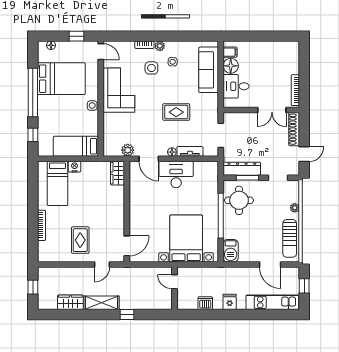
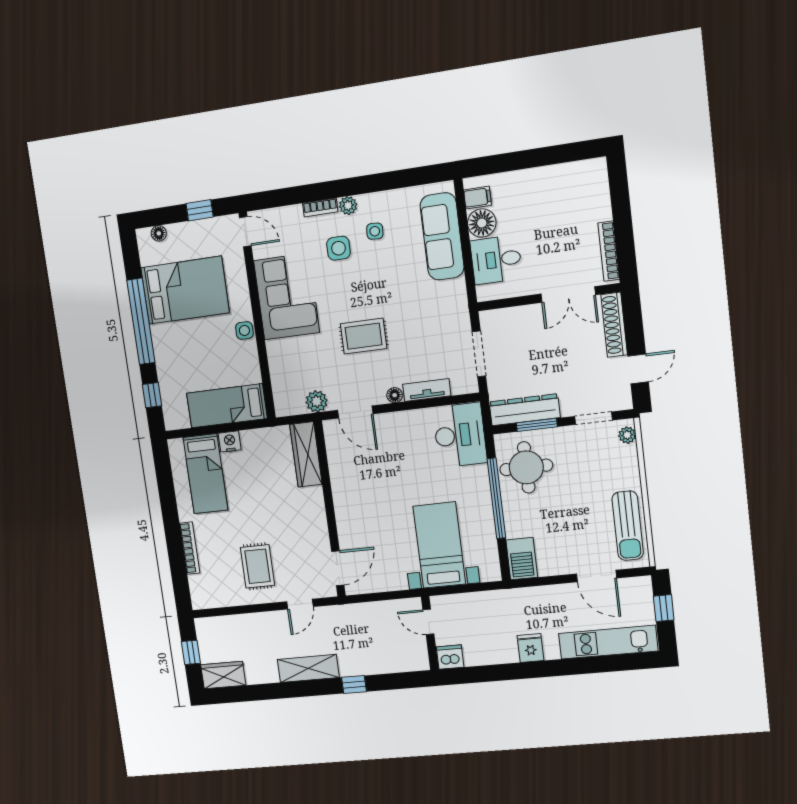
rug: (176, 112) -> (364, 336), moved
wardrobe: (117, 173) -> (306, 454), width x1.50
desk: (176, 174) -> (460, 435), moved, turned 90
plant: (295, 208) -> (627, 435), moved
bed with nightstands: (186, 239) -> (439, 545), width x0.73
wardrobe: (70, 302) -> (223, 675), moved
dishwasher: (205, 303) -> (450, 657), moved

